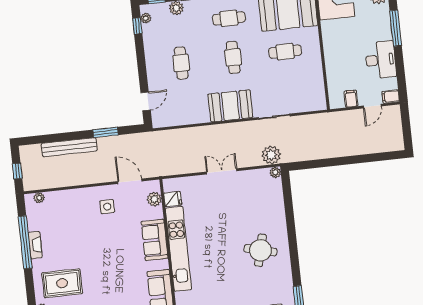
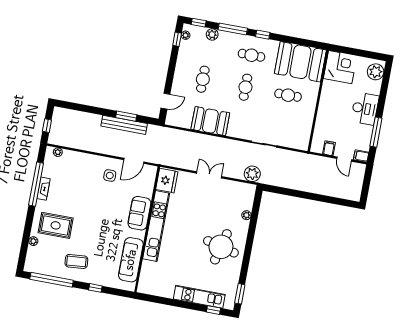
window: (396, 28) -> (376, 132), moved
desk: (381, 60) -> (365, 109), moved
booth: (230, 106) -> (210, 121), moved
door: (372, 106) -> (344, 159), hinge flipped
bench: (69, 147) -> (124, 125), moved
plant: (275, 172) -> (246, 215), moved
door: (130, 181) -> (134, 161), swing flipped
plant: (154, 199) -> (149, 181), removed
fridge: (173, 199) -> (167, 181), width x1.88, depth x1.34
round table: (260, 250) -> (221, 247), width x1.36, depth x1.36

